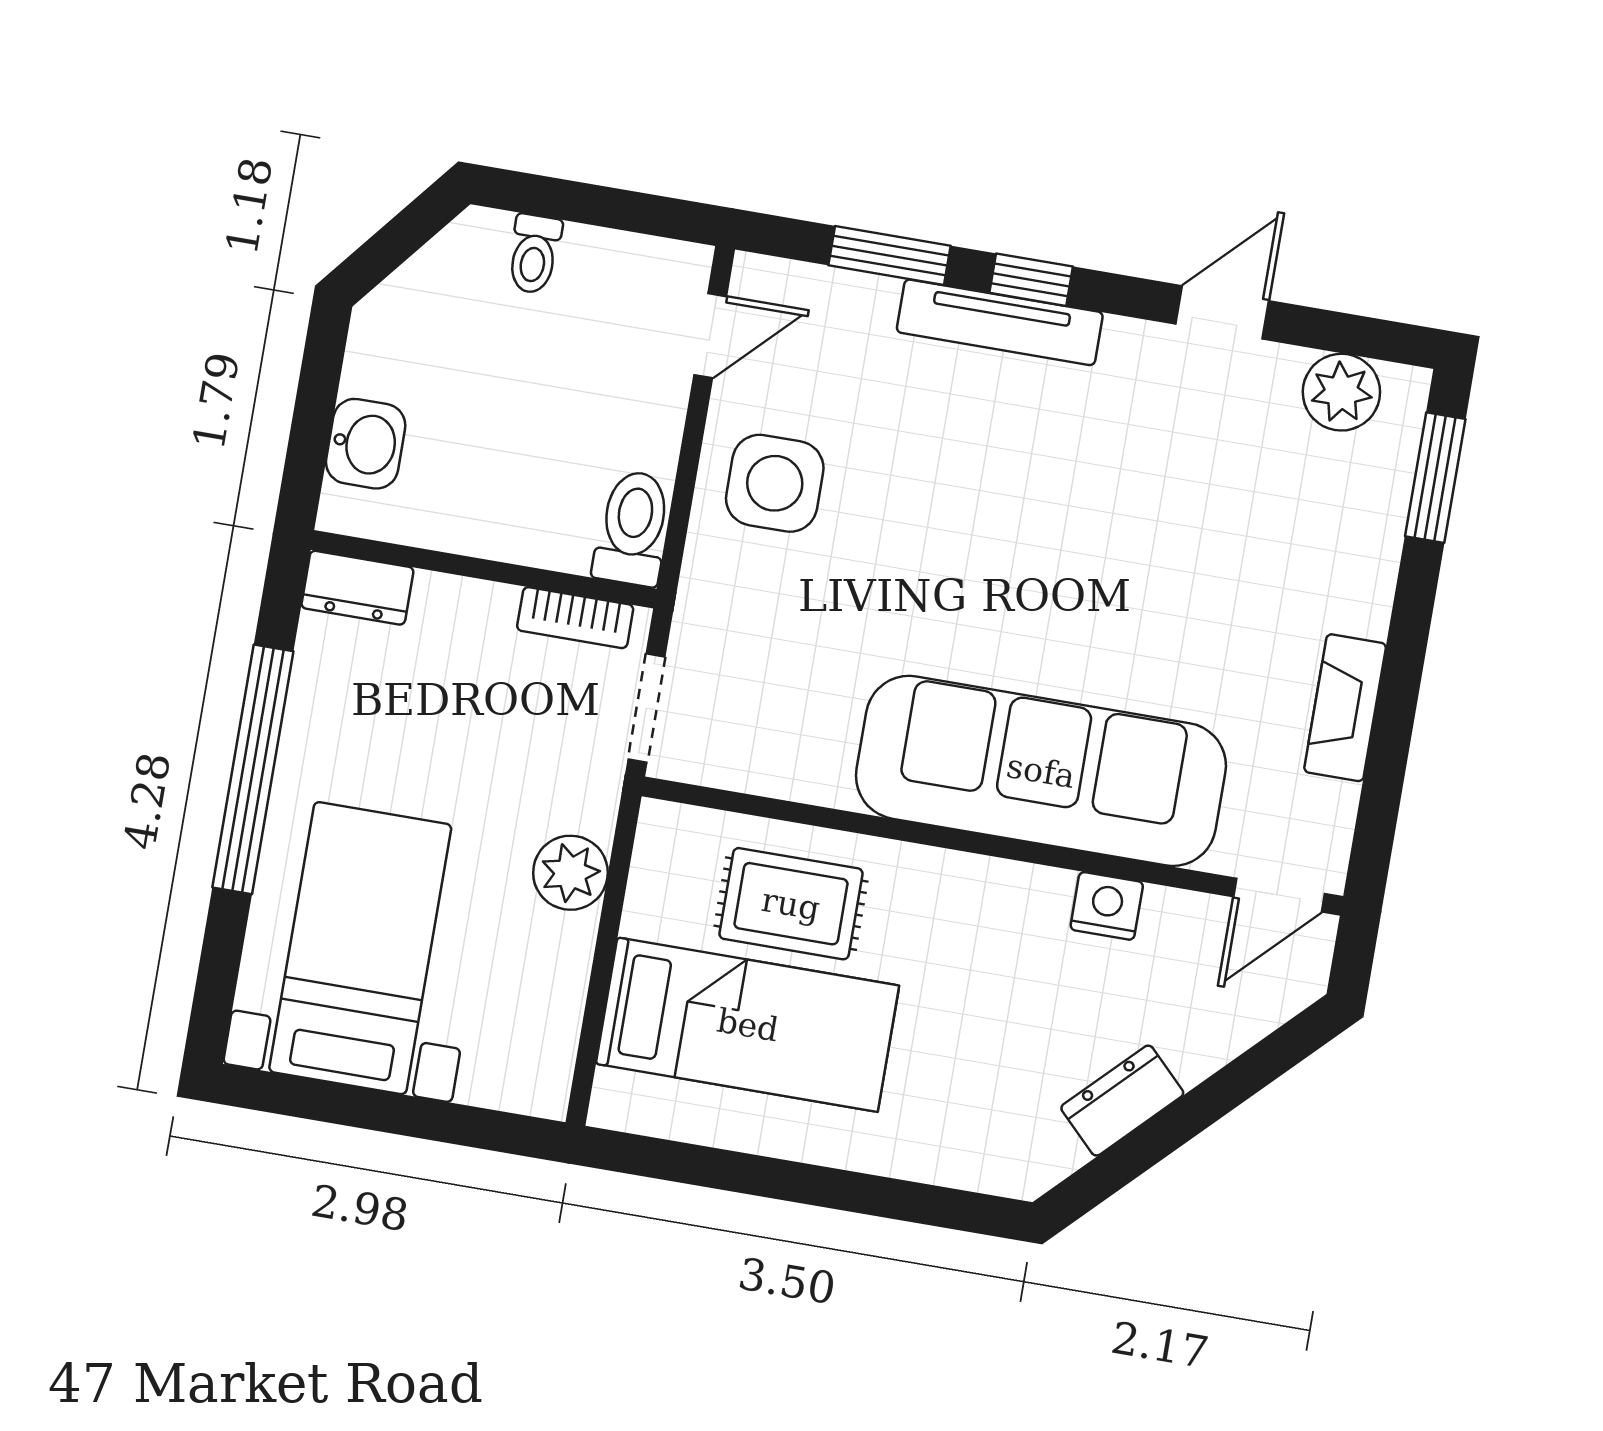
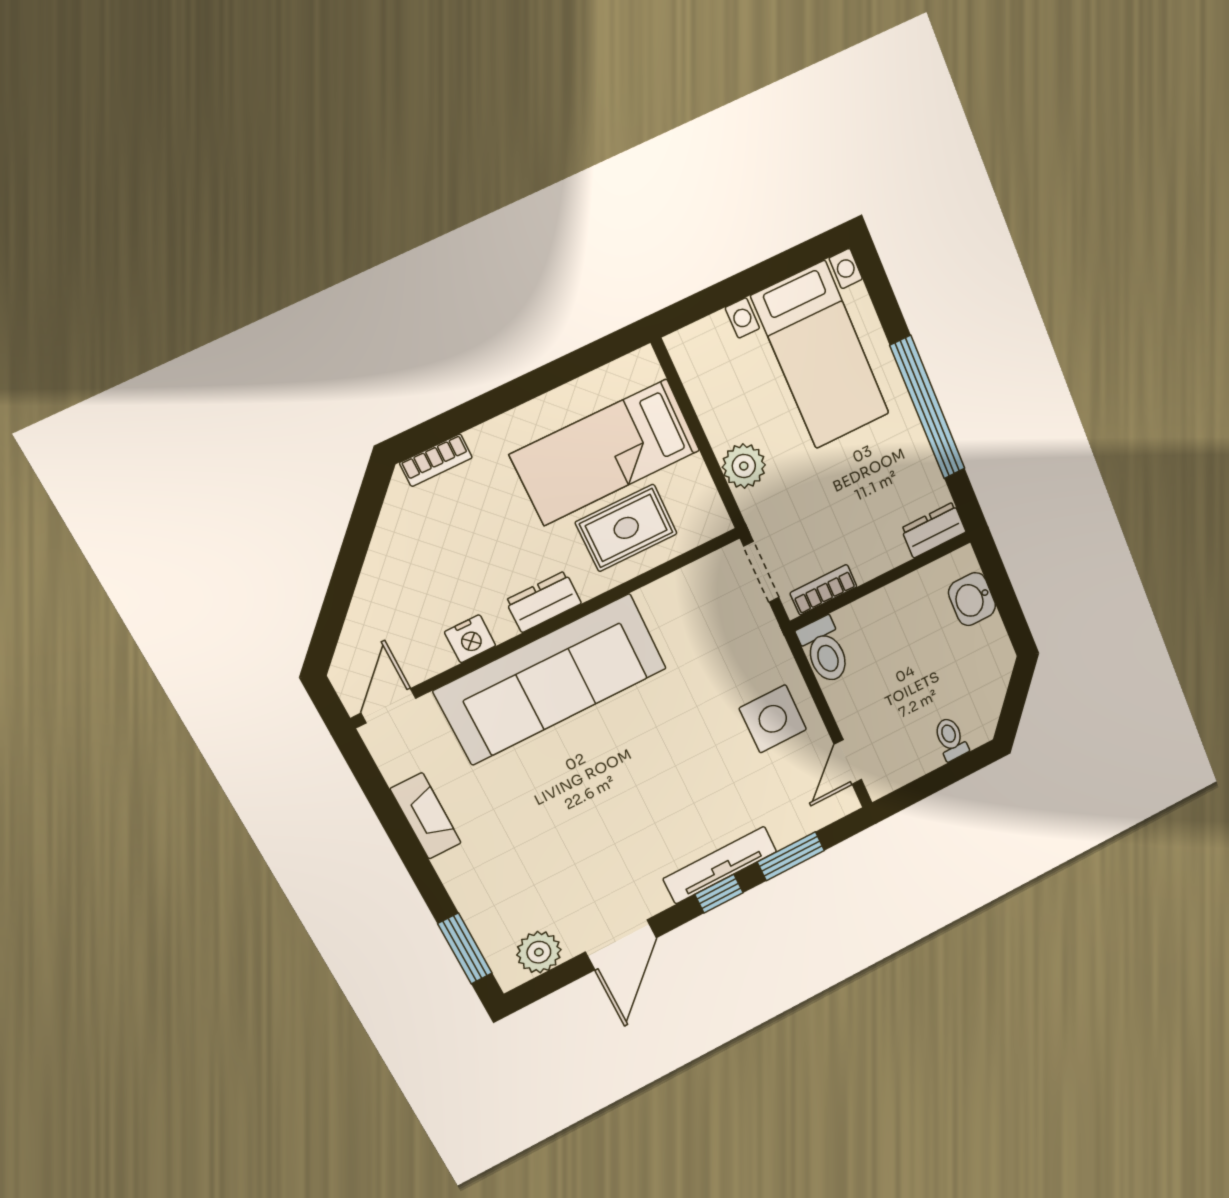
door: (1222, 312) -> (621, 945), width x1.38
dresser: (1122, 1101) -> (543, 602), moved, turned -135
bookcase: (977, 1171) -> (436, 460), added

